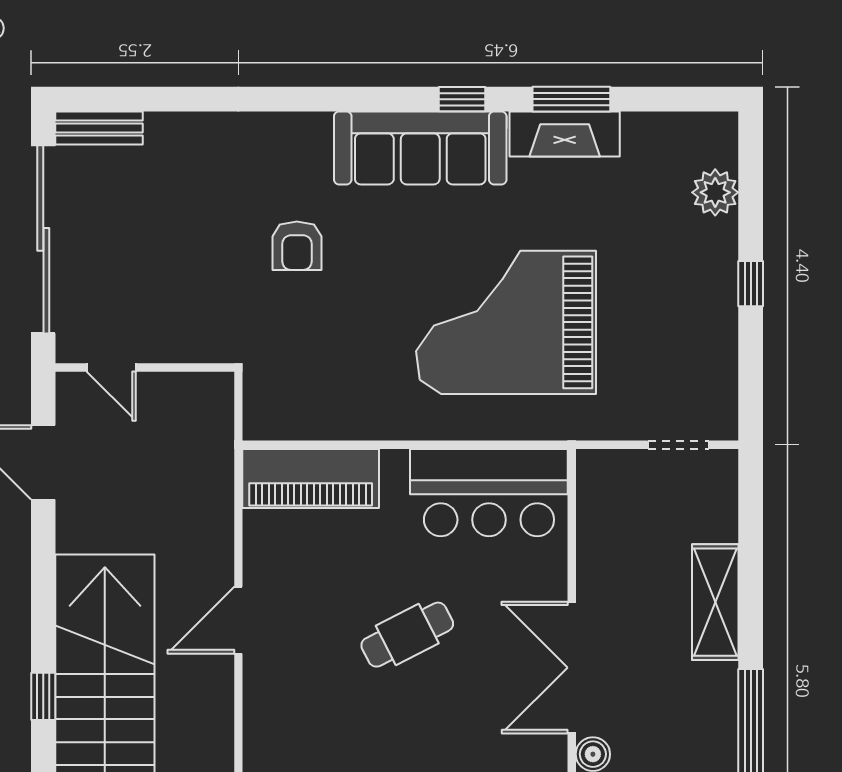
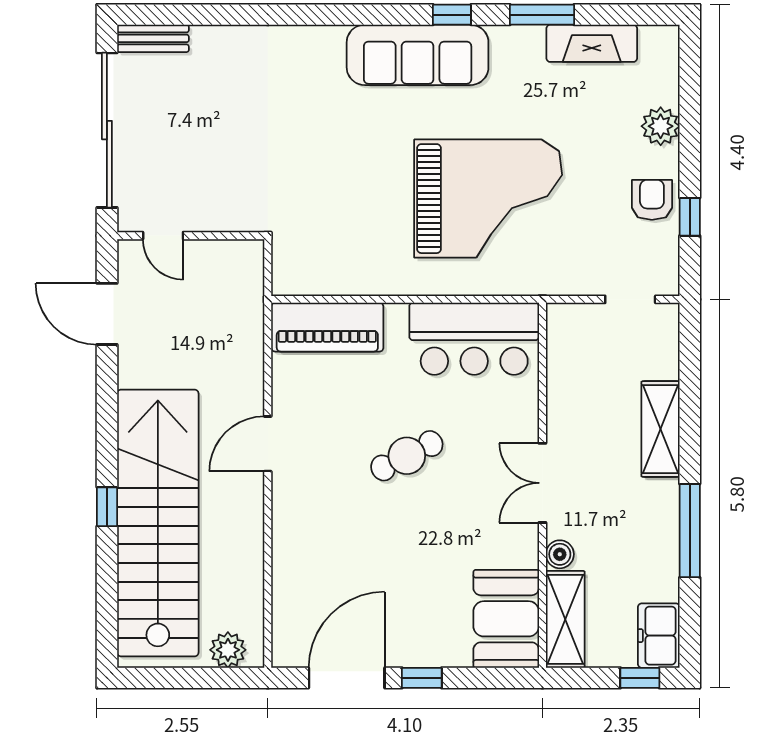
fireplace: (565, 134) -> (592, 43), moved
plant: (715, 192) -> (661, 126), moved
armchair: (297, 246) -> (652, 200), moved, turned 180
window: (751, 284) -> (690, 217), moved
grand piano: (506, 322) -> (488, 199), turned 180
double door: (572, 668) -> (542, 483), width x0.73

